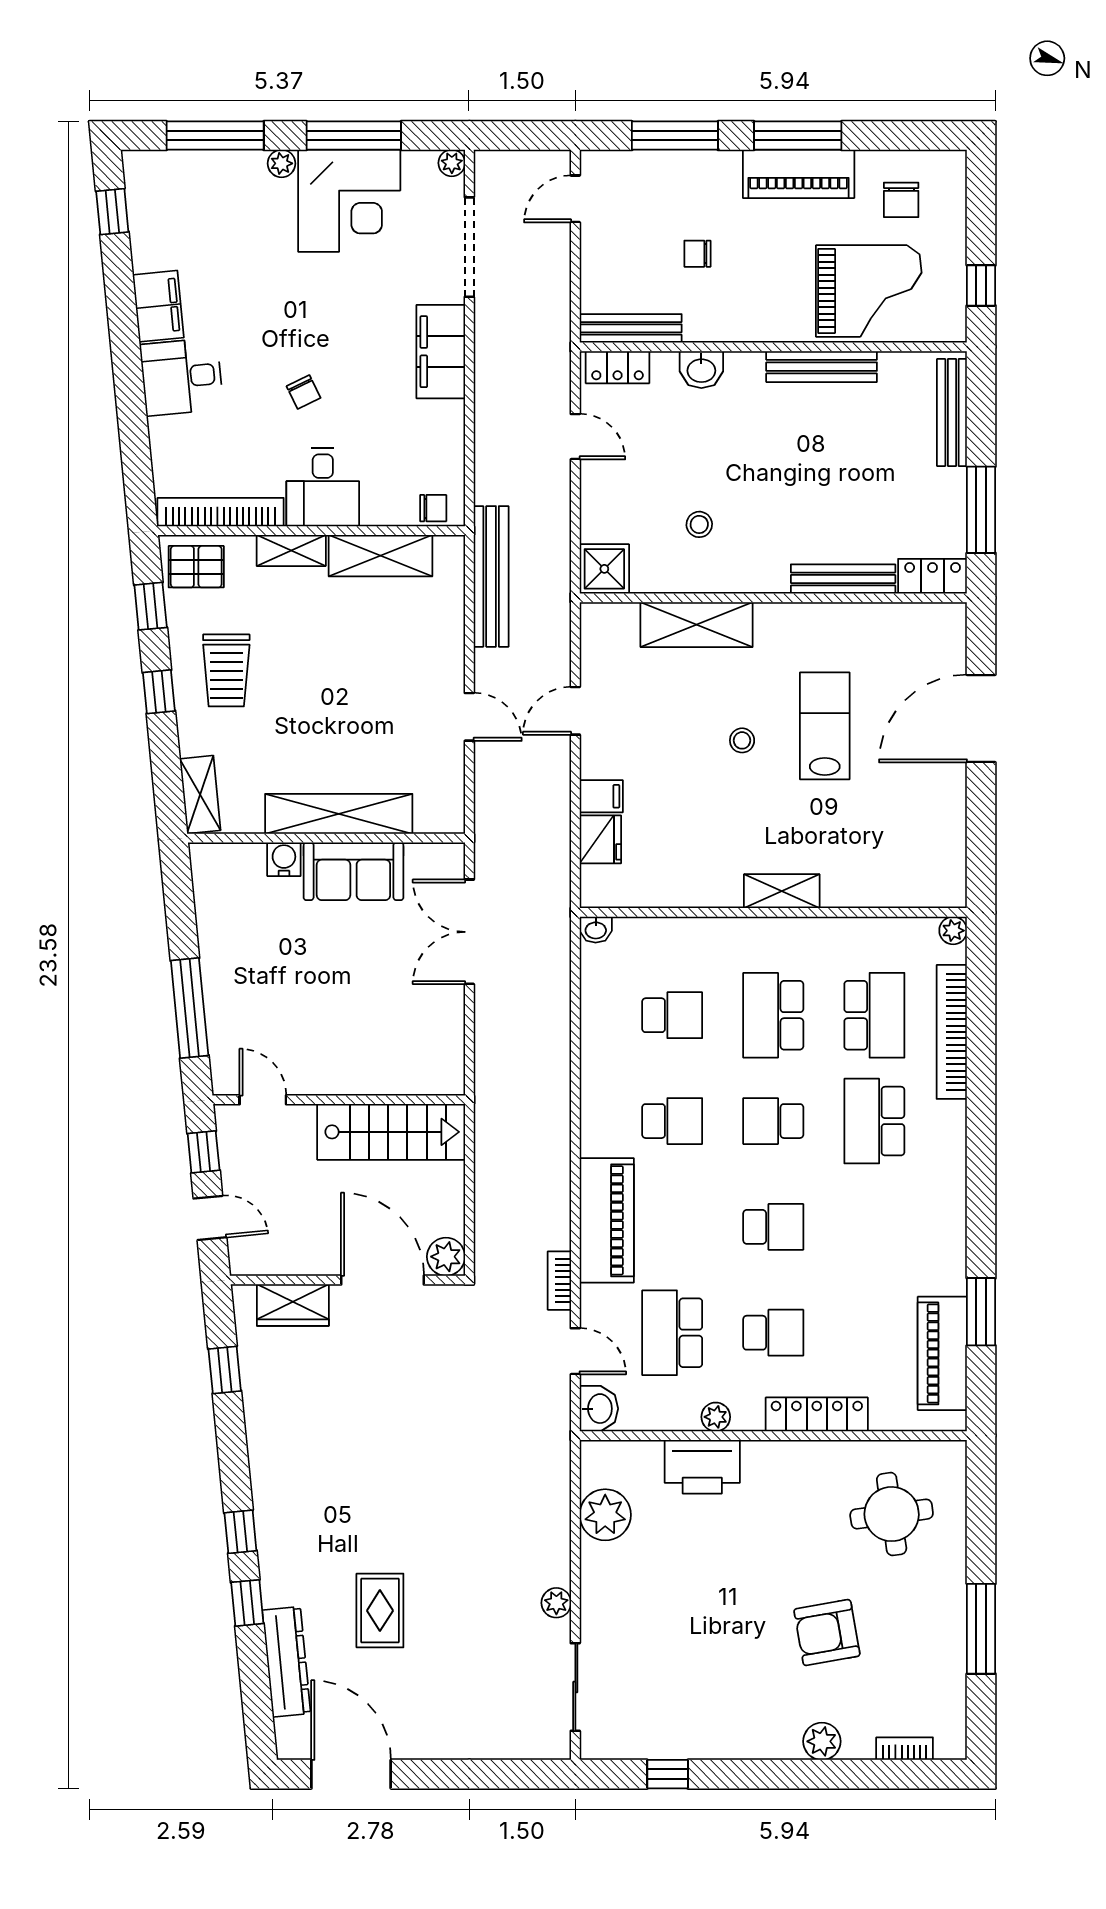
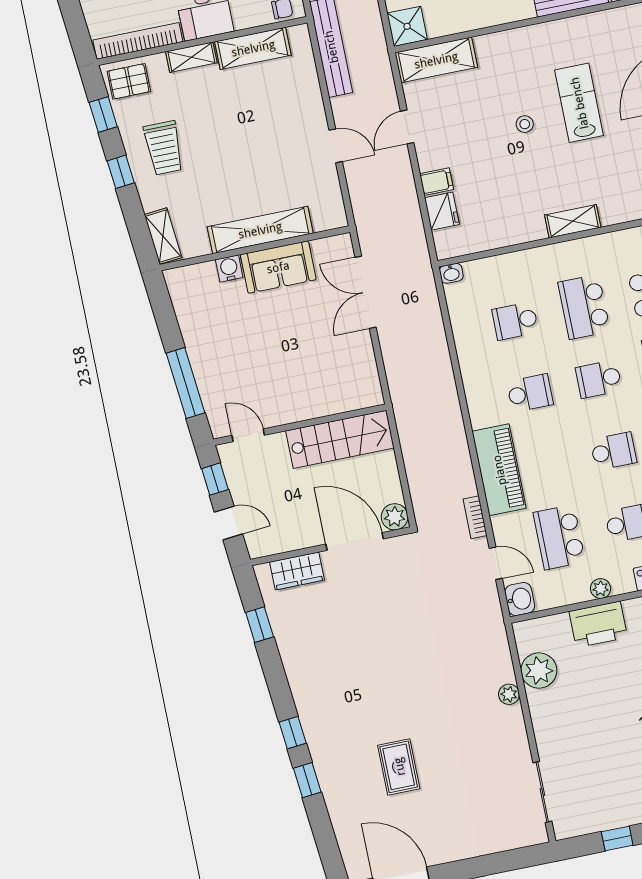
shelving: (697, 625) -> (436, 60), moved
school desk: (672, 1015) -> (515, 321), turned 180
plant: (556, 1603) -> (509, 694), moved
dresser: (286, 1662) -> (342, 815), removed

